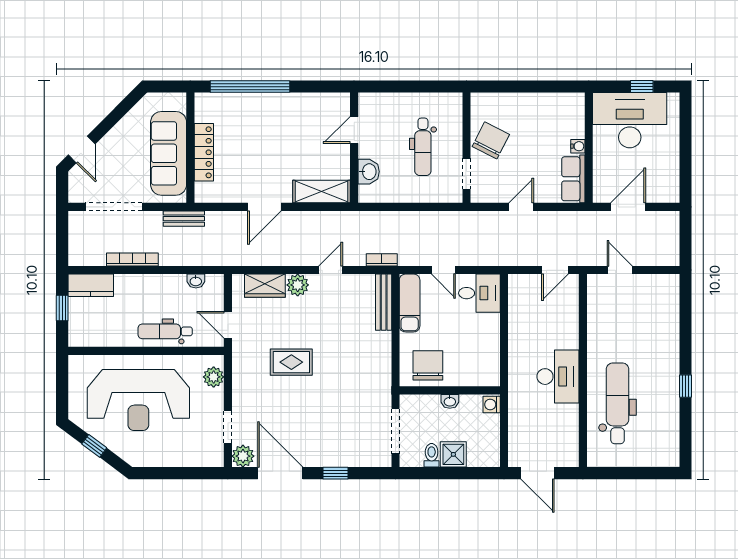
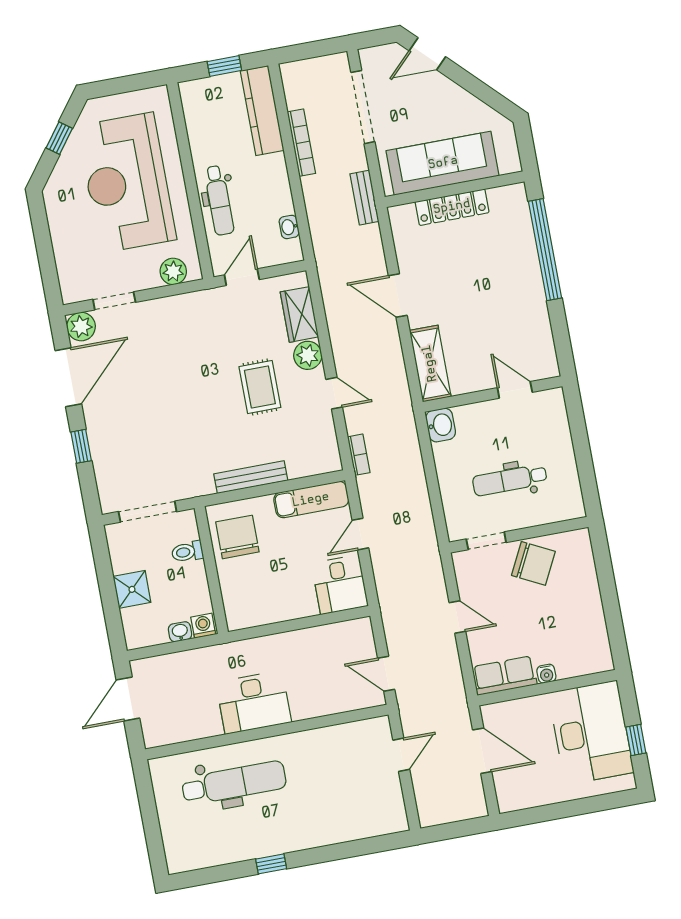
washbasin: (369, 172) -> (441, 425), moved, turned -90
kitchen counter: (91, 285) -> (262, 111), width x1.50
bench: (384, 302) -> (251, 477), moved
dental chair: (165, 331) -> (219, 200), turned 180
rug: (291, 362) -> (260, 387), moved
chair: (428, 365) -> (237, 537), turned -90
washbasin: (450, 401) -> (180, 632), moved, turned 90
toilet: (432, 455) -> (187, 552), moved, turned 180

